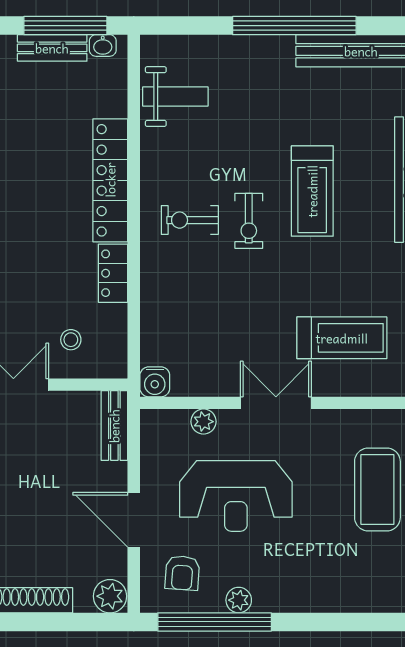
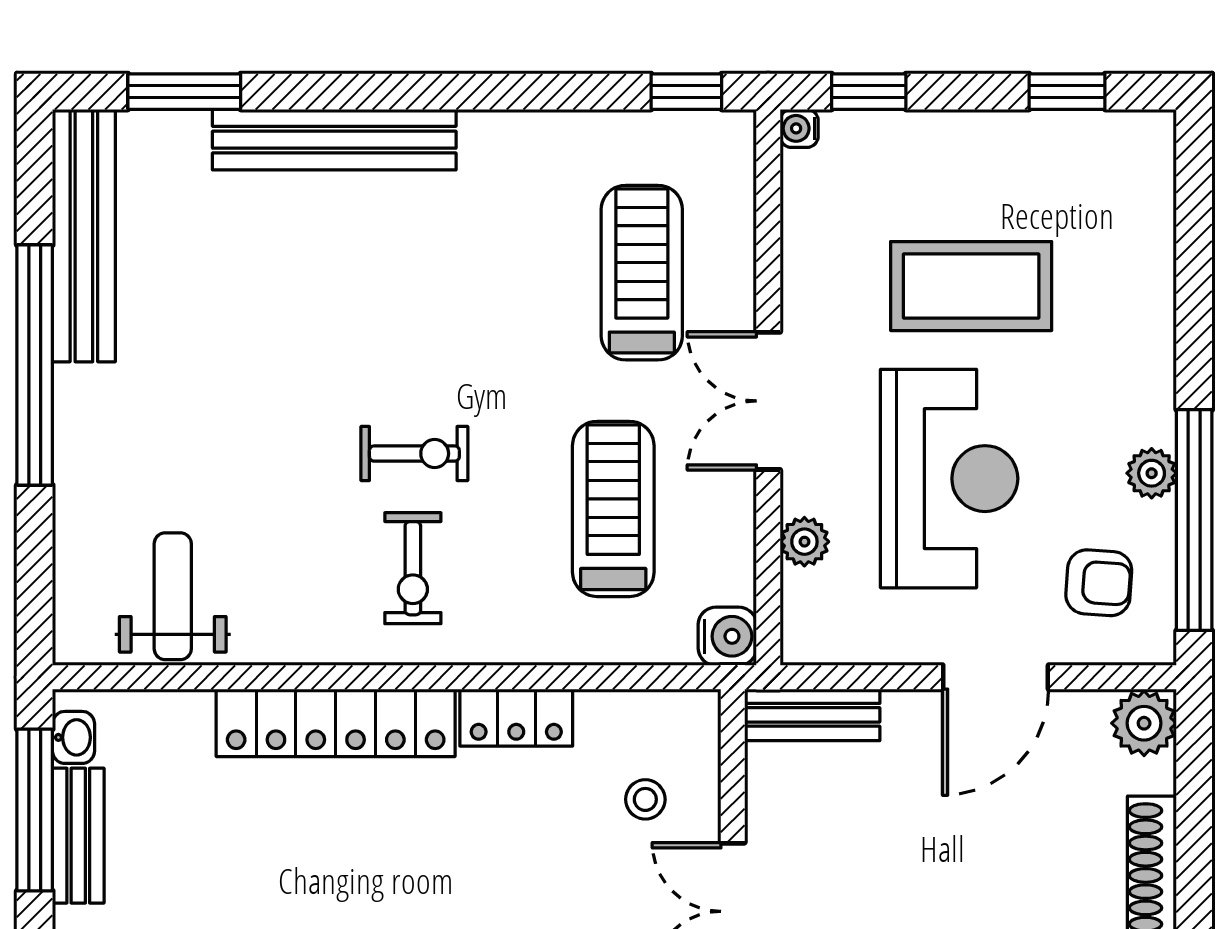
treadmill: (312, 191) -> (613, 509), moved, turned -90
coffee table: (377, 490) -> (971, 286), moved

